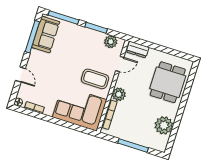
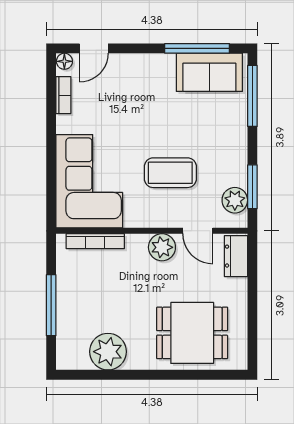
window: (96, 28) -> (252, 187), moved
door: (20, 74) -> (94, 48), moved
coffee table: (95, 79) -> (170, 173), moved, turned 90
plant: (119, 94) -> (162, 247), moved

